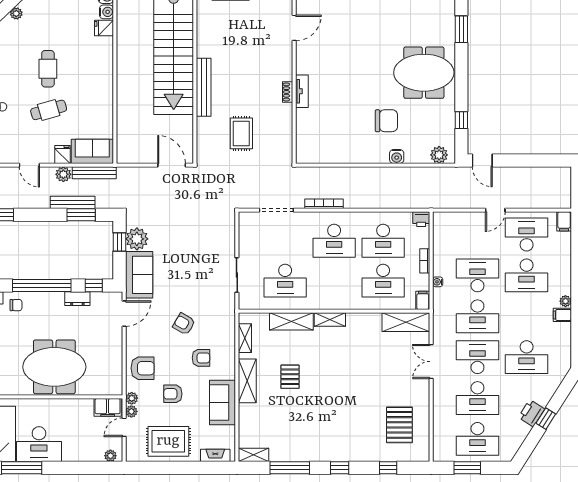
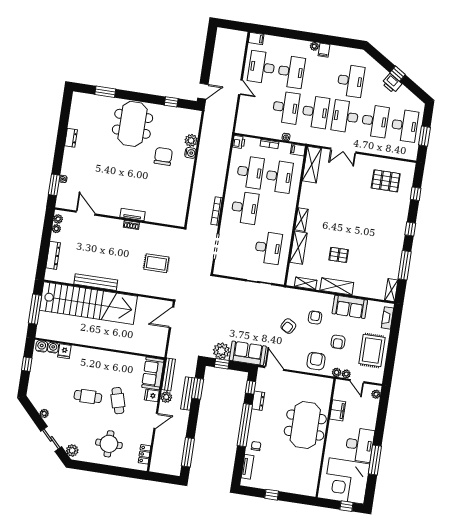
bench: (204, 87) -> (96, 282), moved
plant: (439, 155) -> (191, 140), moved
desk: (477, 275) -> (286, 107), turned 180
filing cabinet: (108, 407) -> (338, 410), moved

